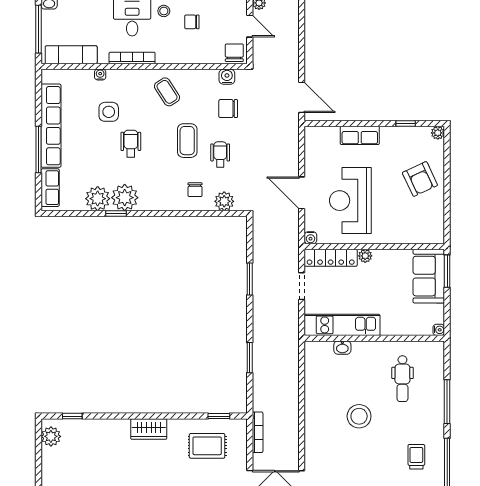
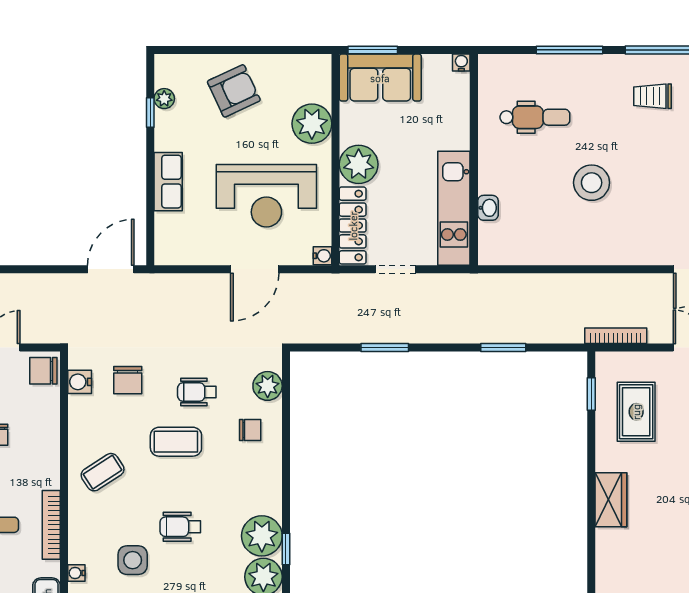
plant: (438, 133) -> (164, 99), moved
plant: (398, 231) -> (312, 124), added
plant: (365, 256) -> (359, 164), width x1.87, depth x1.87

